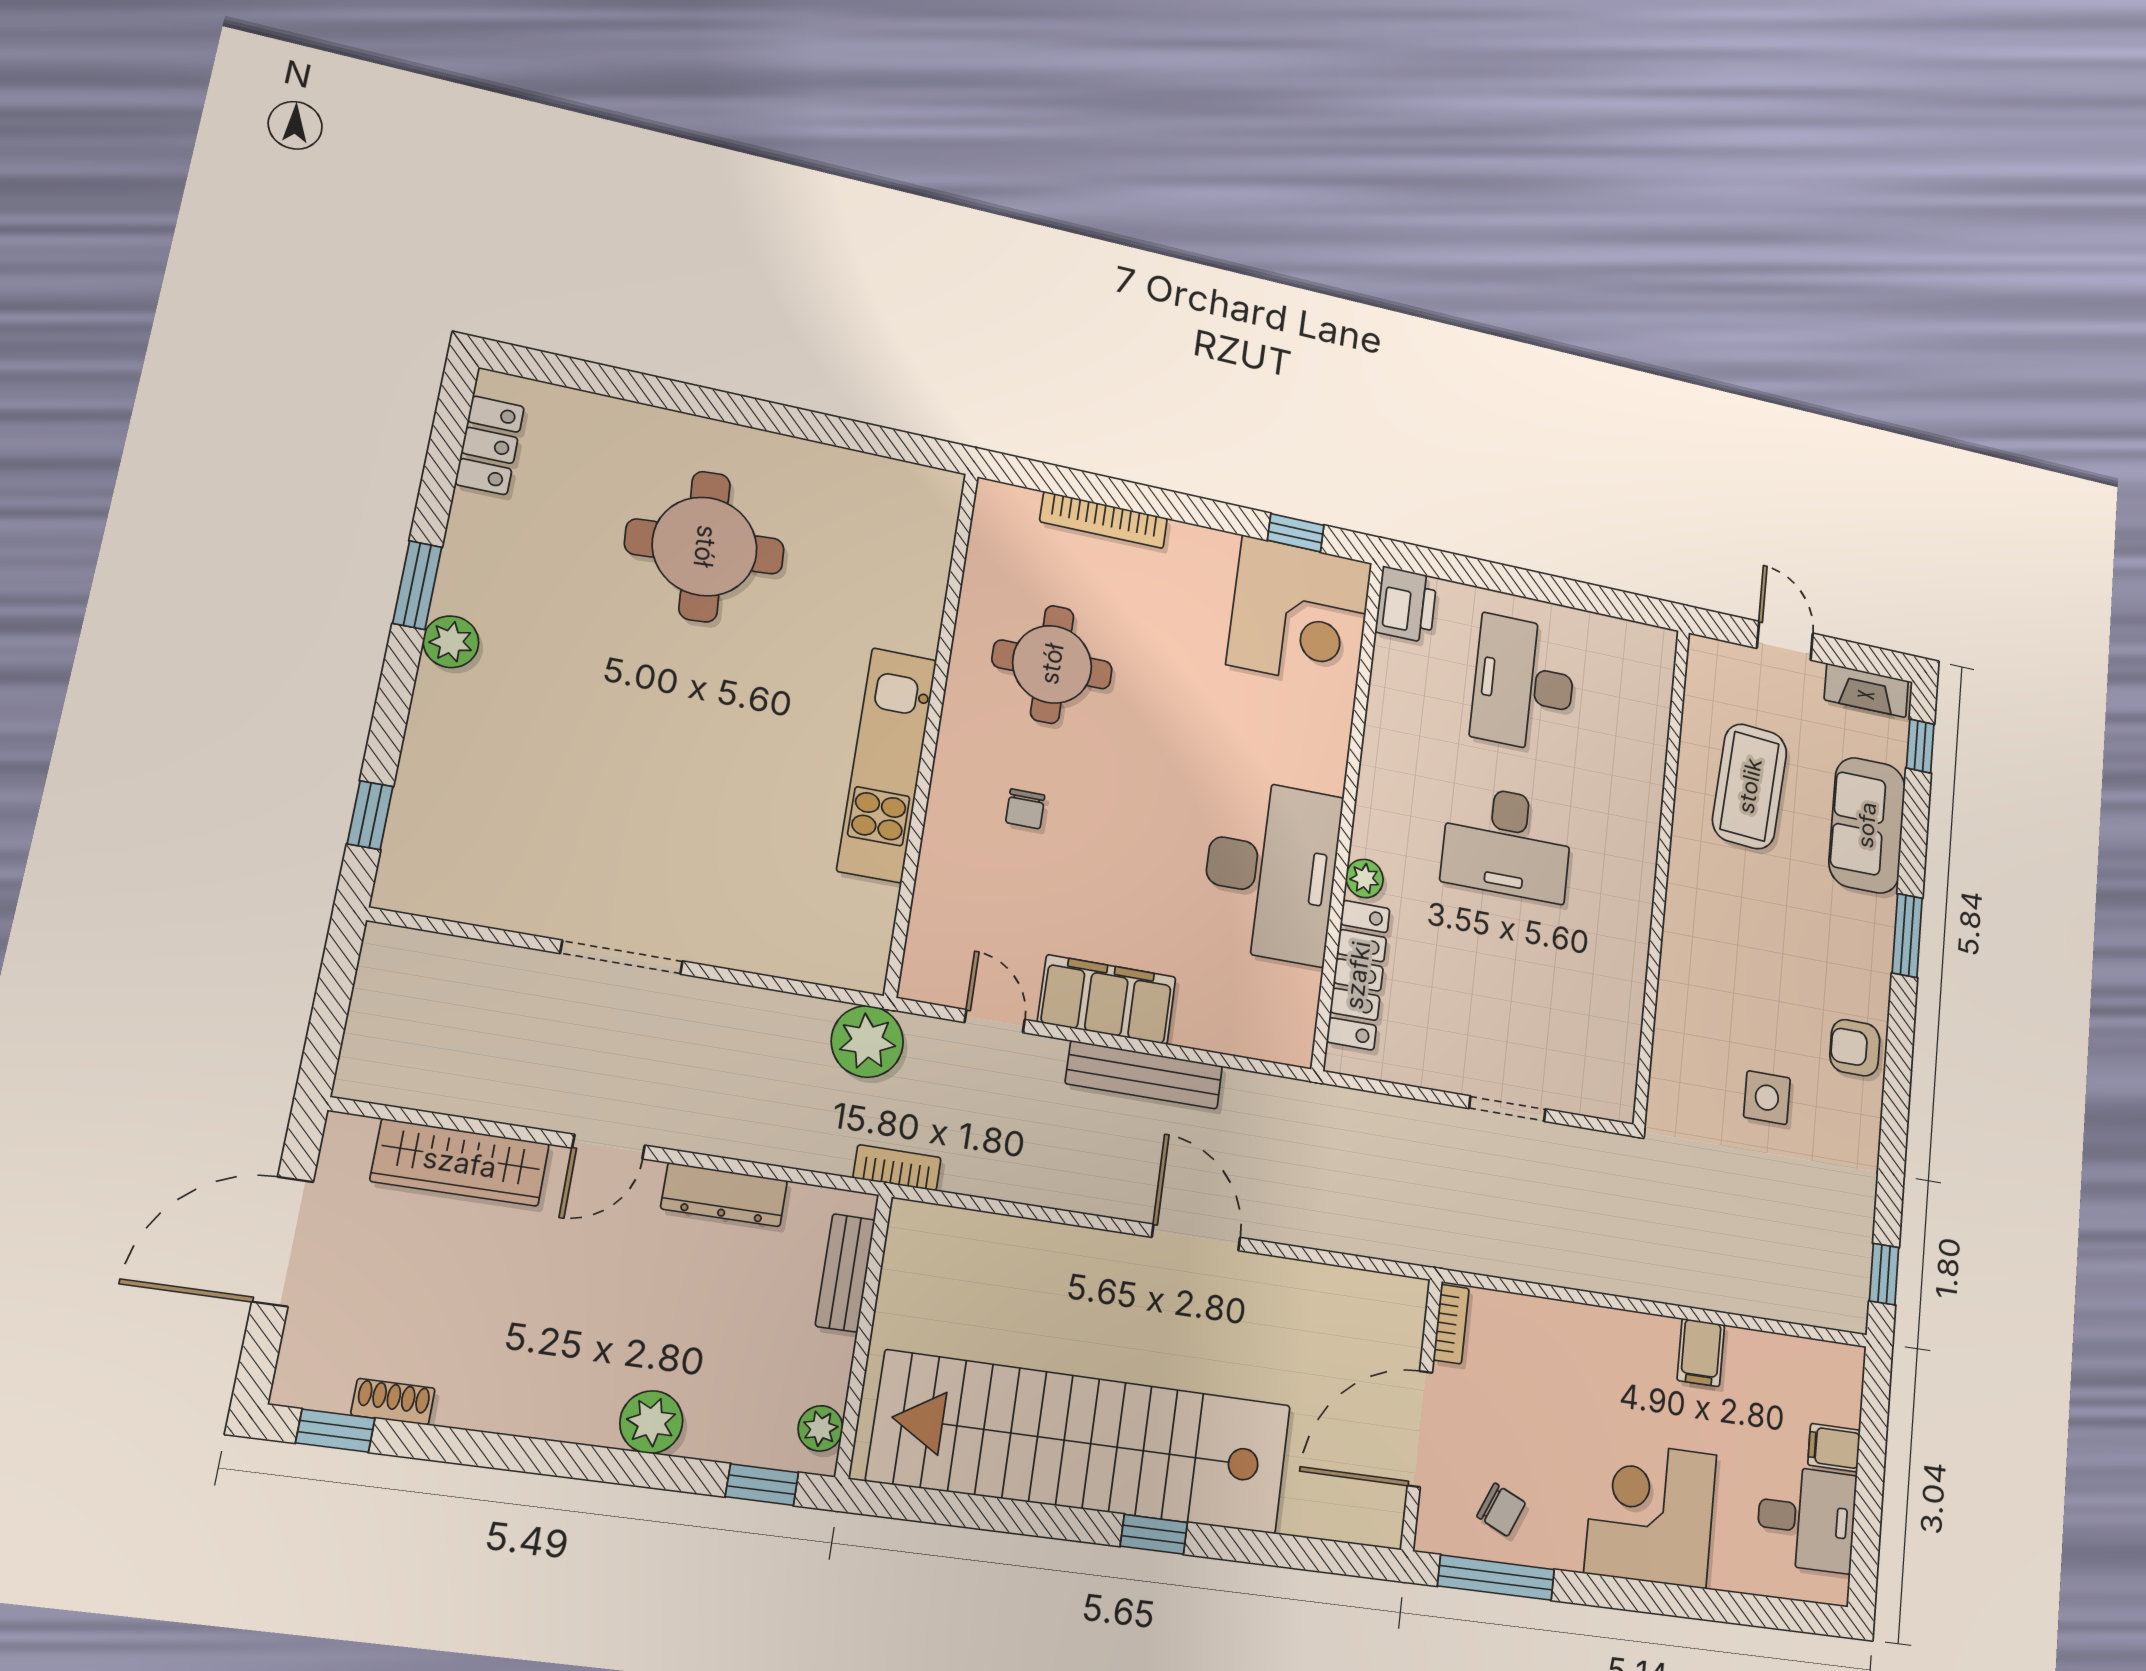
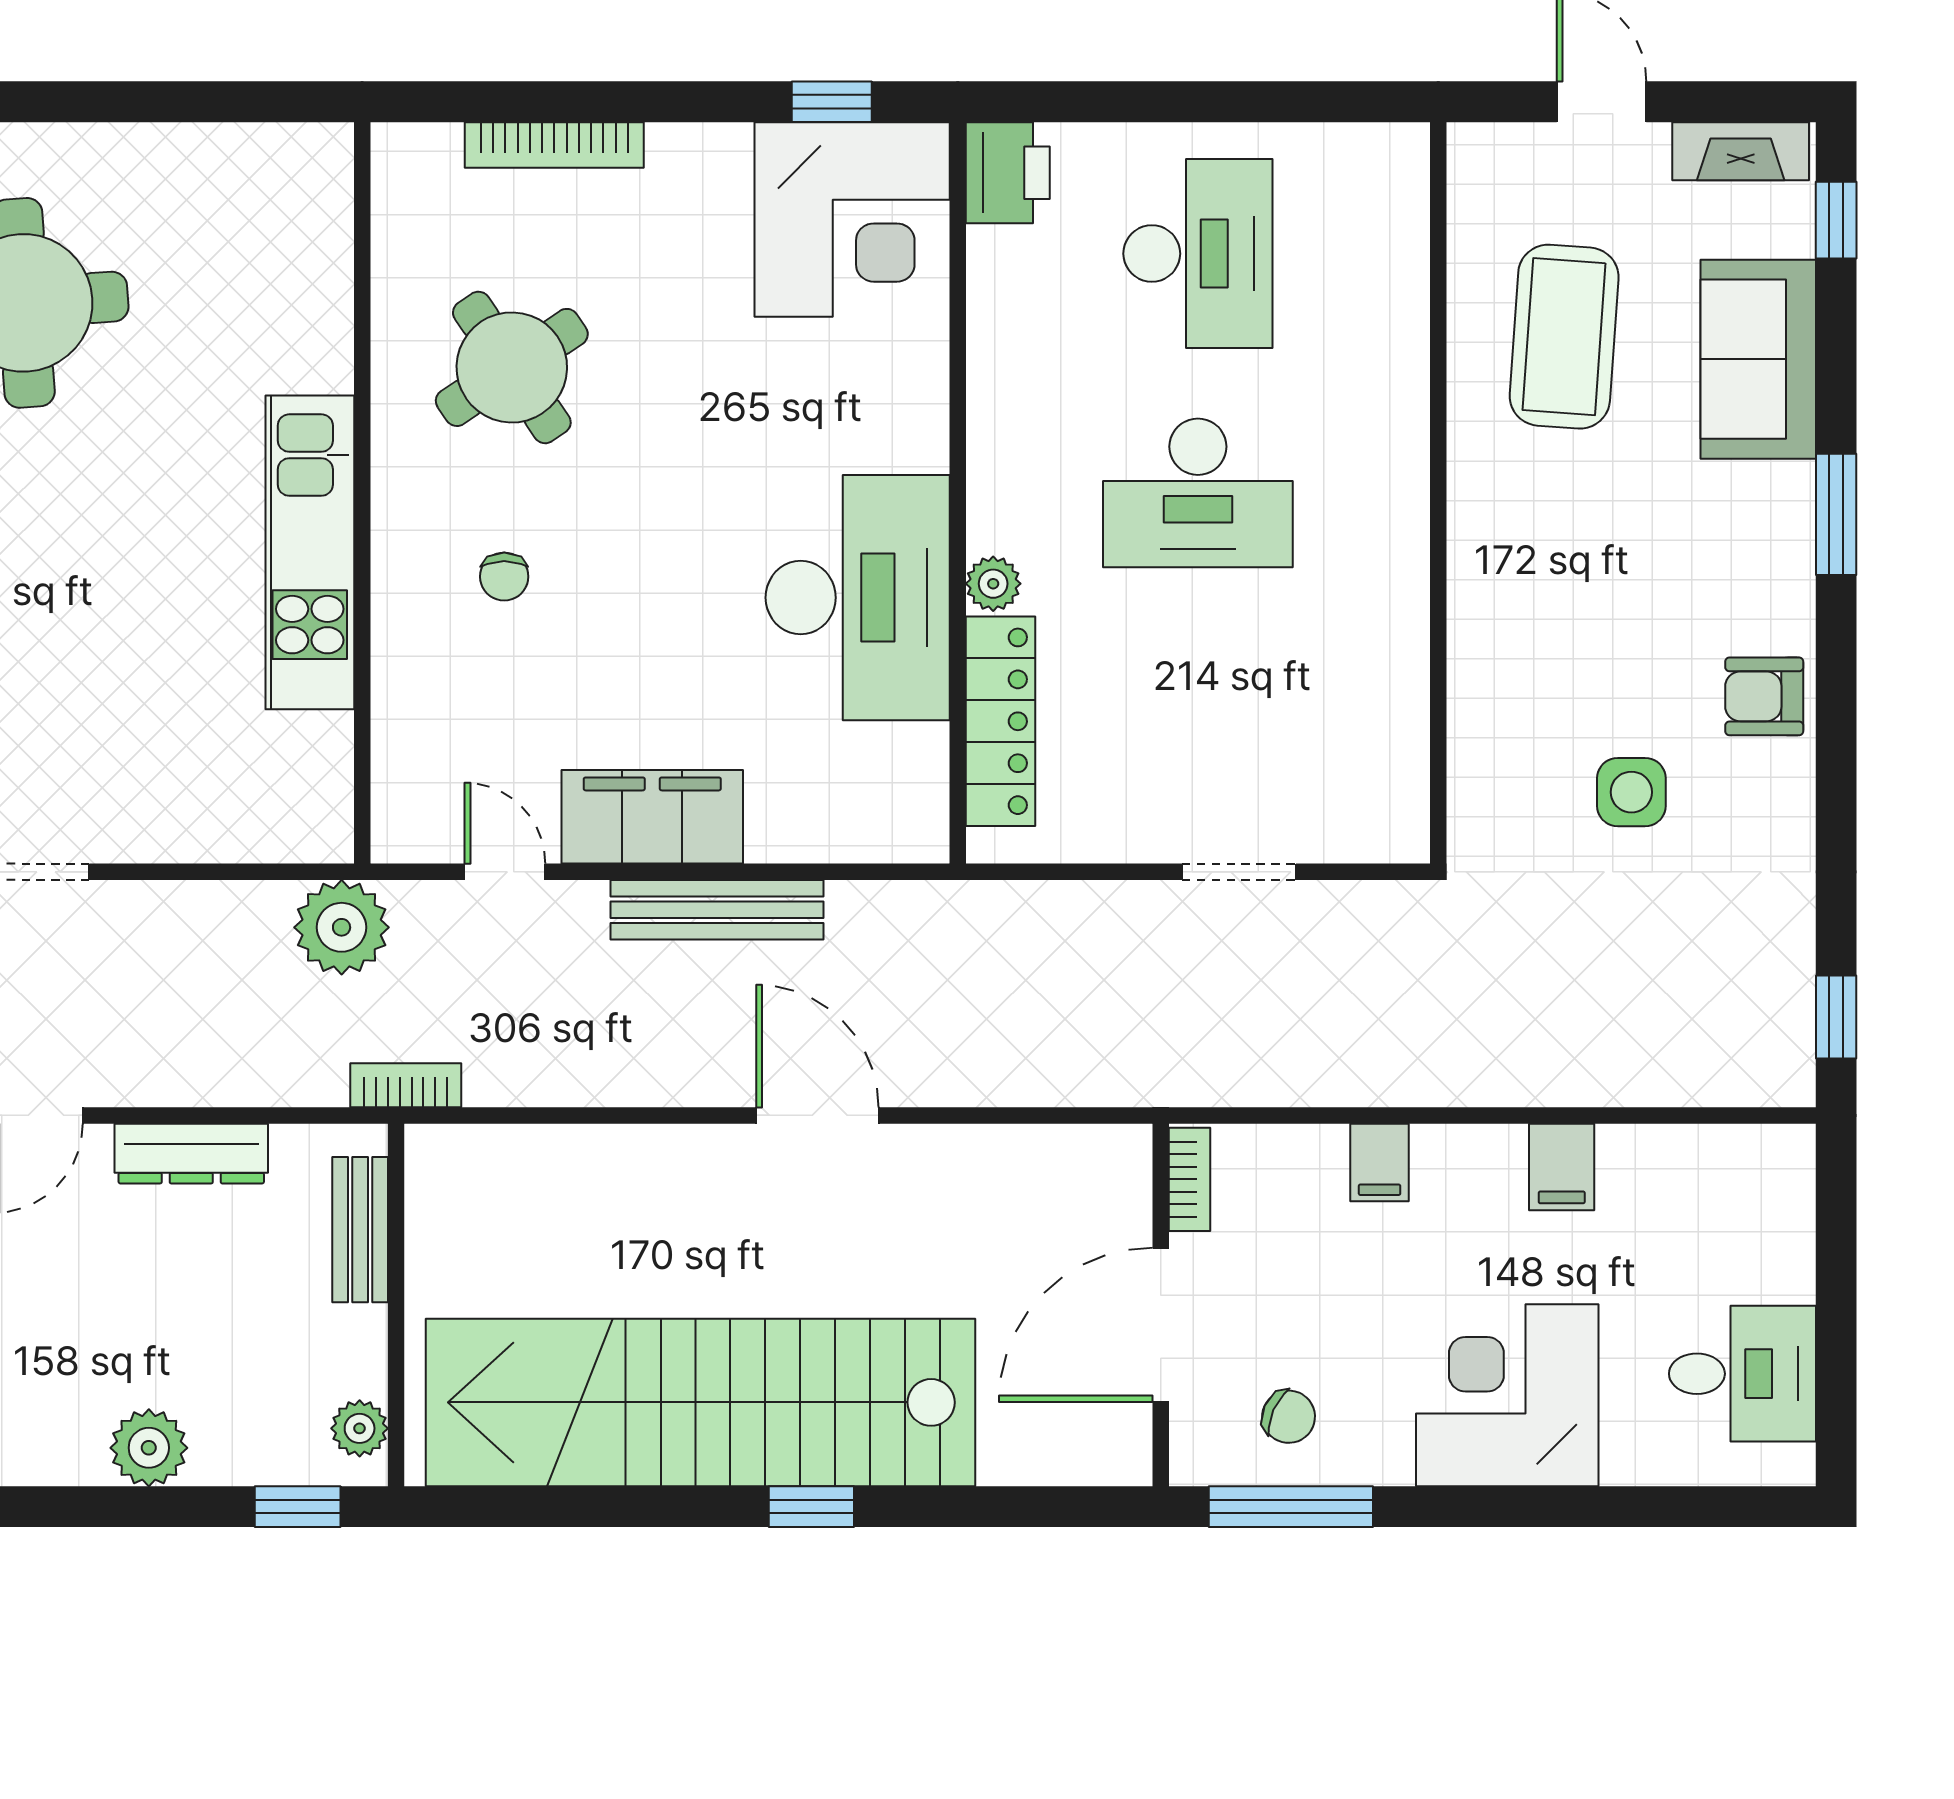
round table: (1052, 664) -> (512, 367), turned -34
desk: (1524, 684) -> (1198, 254), turned 180
filing cabinet: (1834, 1448) -> (1380, 1162), moved, turned -90

